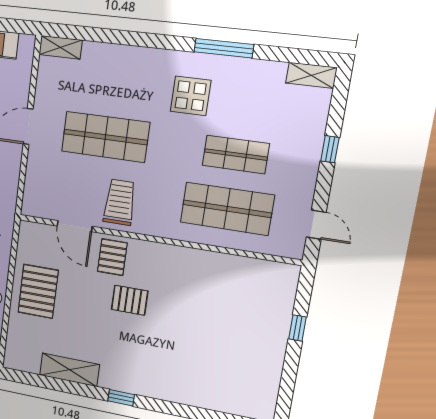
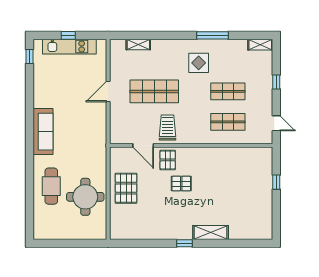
shelving: (60, 47) -> (138, 44), moved
shop shelf: (227, 209) -> (228, 122), width x0.70, depth x0.74
shelving: (69, 370) -> (211, 233), moved

